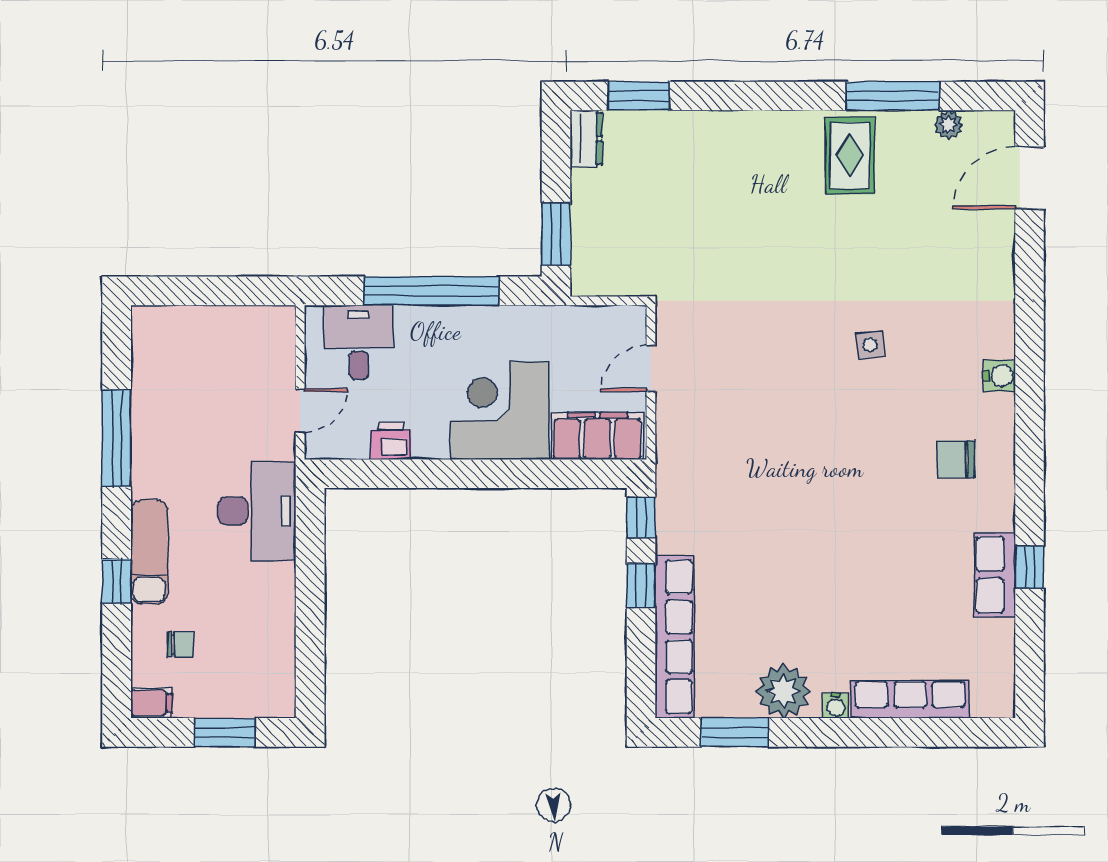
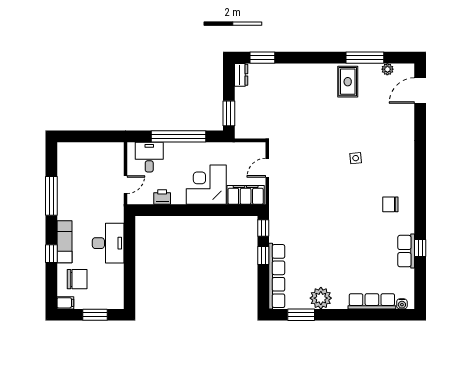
water cooler: (1000, 376) -> (408, 171), removed
desk: (257, 511) -> (108, 243), moved
chair: (181, 644) -> (77, 279), width x1.87, depth x1.87
water cooler: (836, 706) -> (402, 304), moved

